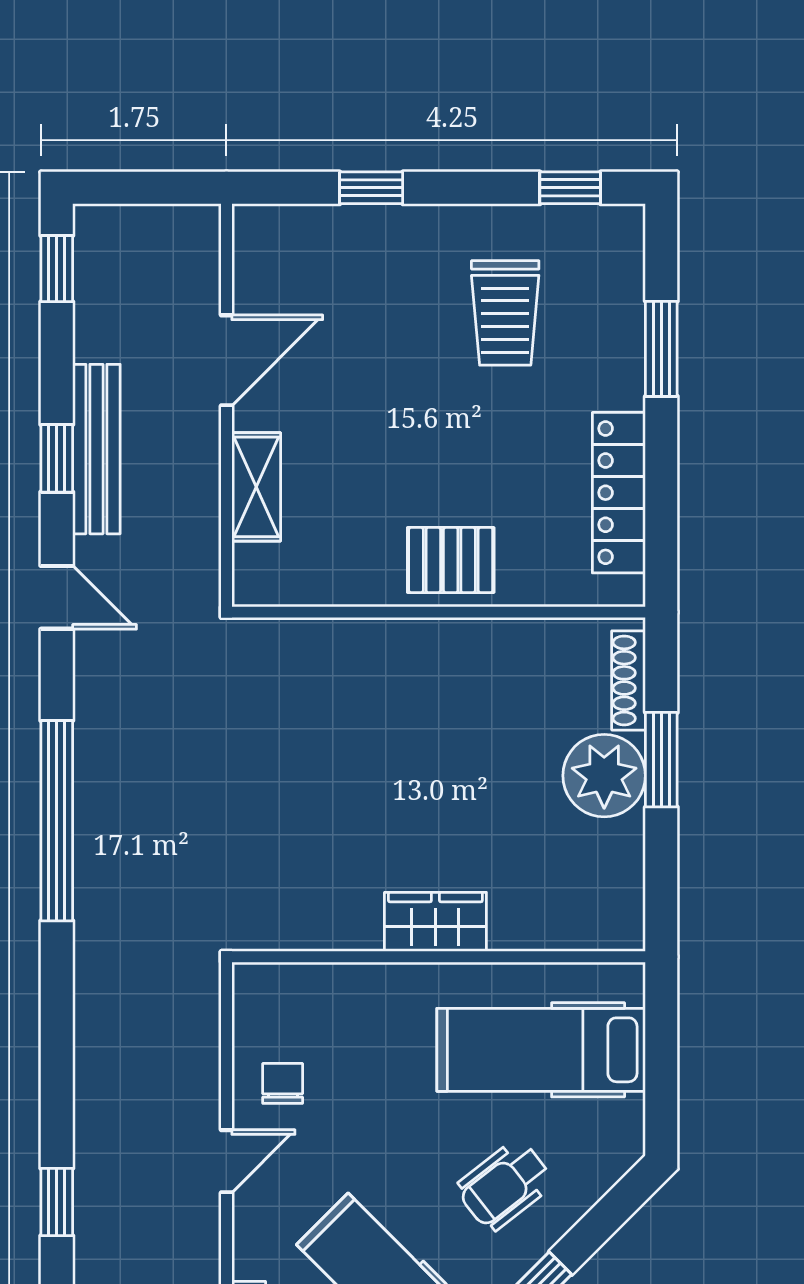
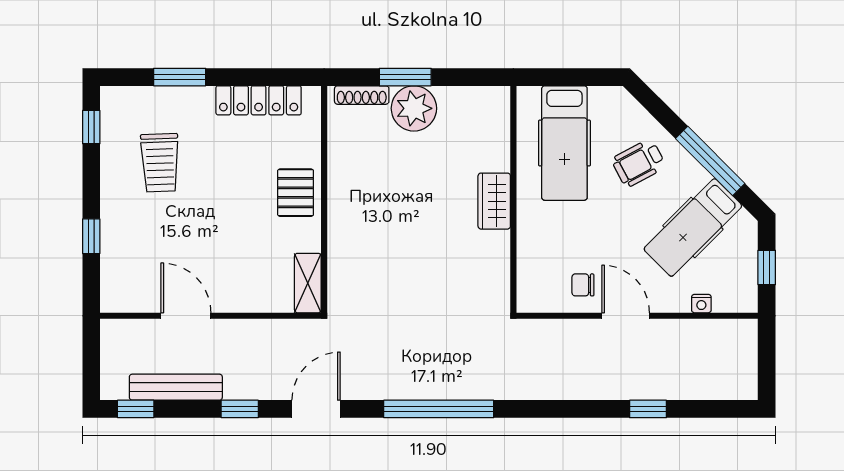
trolley: (505, 313) -> (160, 163), turned 88
bench: (96, 449) -> (176, 387), moved
shelving: (256, 487) -> (308, 283), moved, turned 90
door: (57, 597) -> (316, 409), width x1.38
door: (226, 1161) -> (626, 316), width x1.37
wheelchair: (505, 1185) -> (639, 163), turned 100

